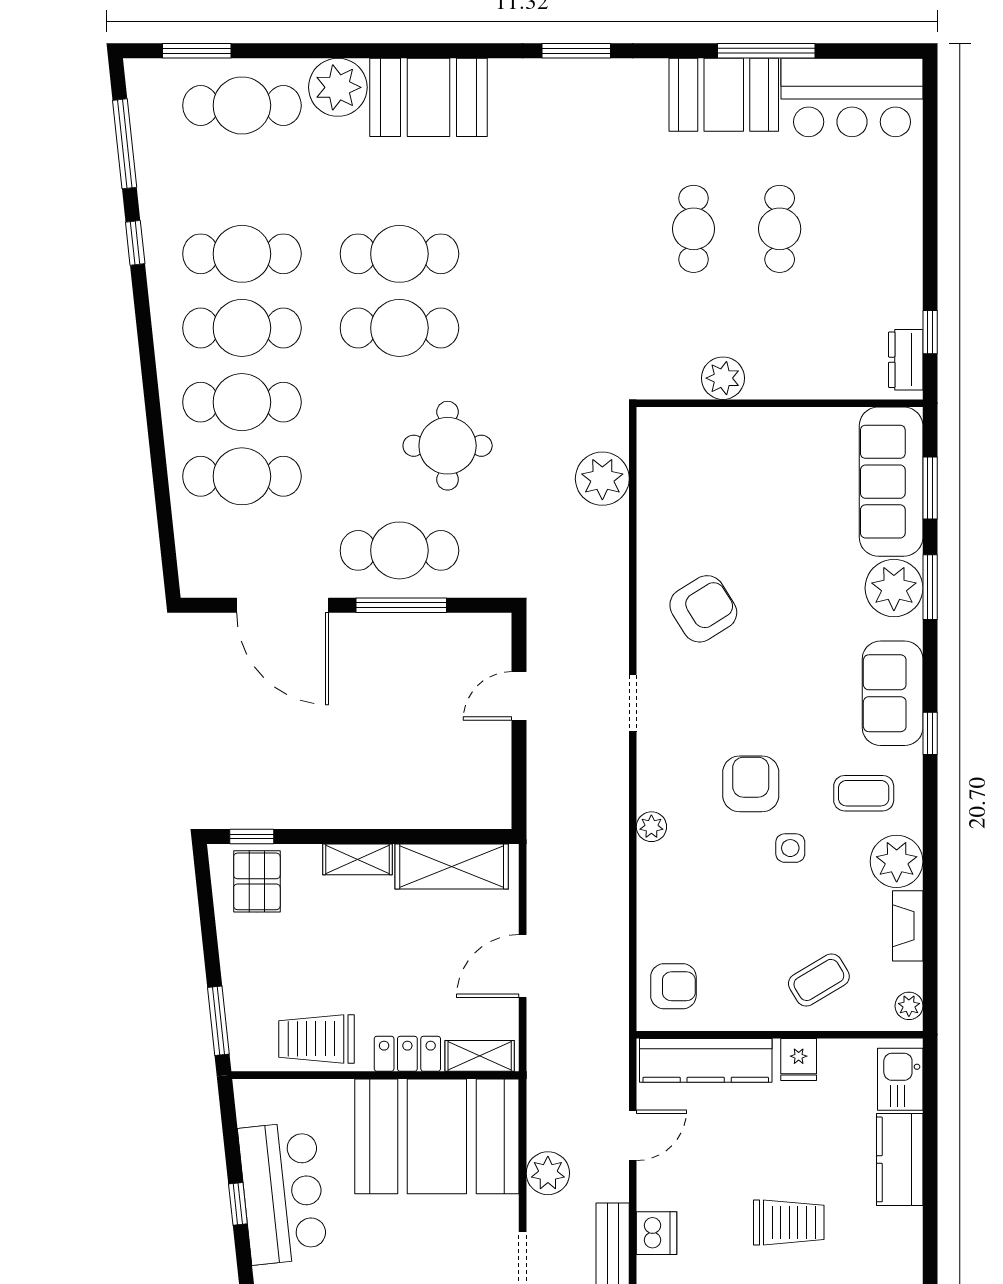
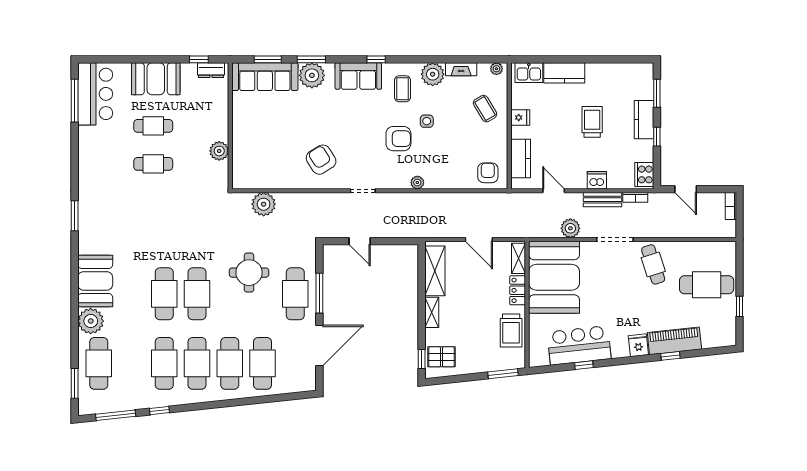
window: (766, 51) -> (75, 101), moved
booth: (724, 95) -> (156, 79), moved, turned 90
armchair: (751, 784) -> (398, 139), turned 180
kitchen counter: (706, 1060) -> (521, 159), width x0.67

